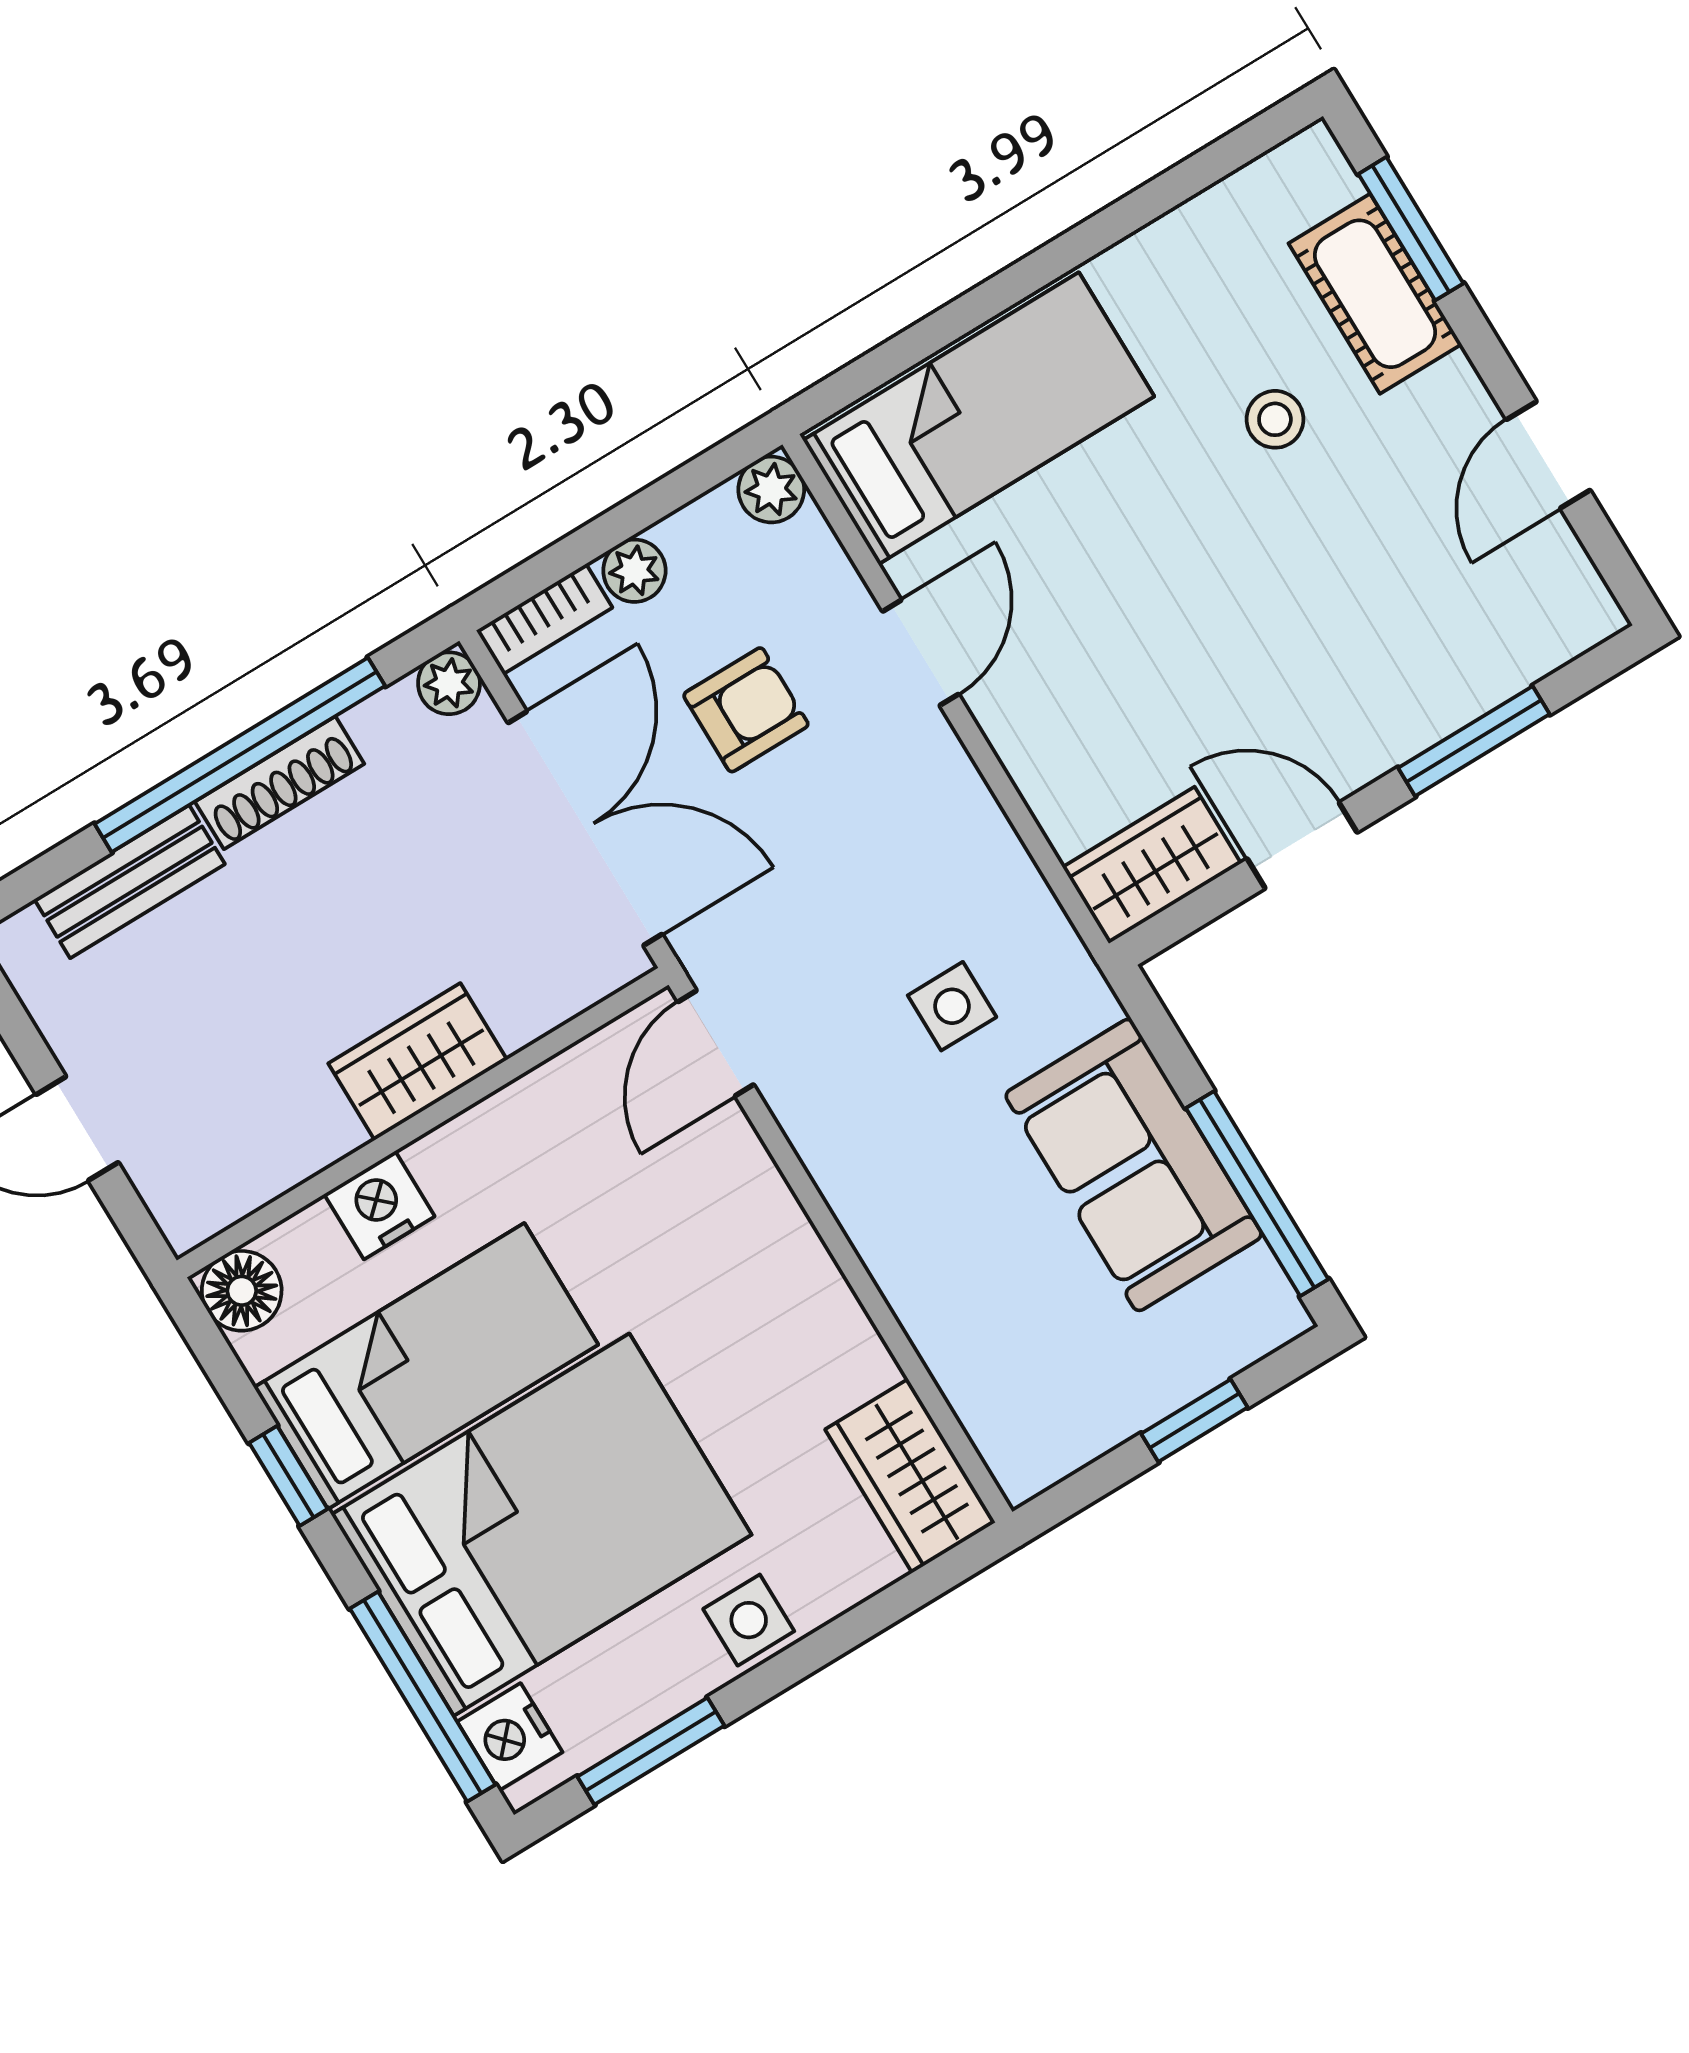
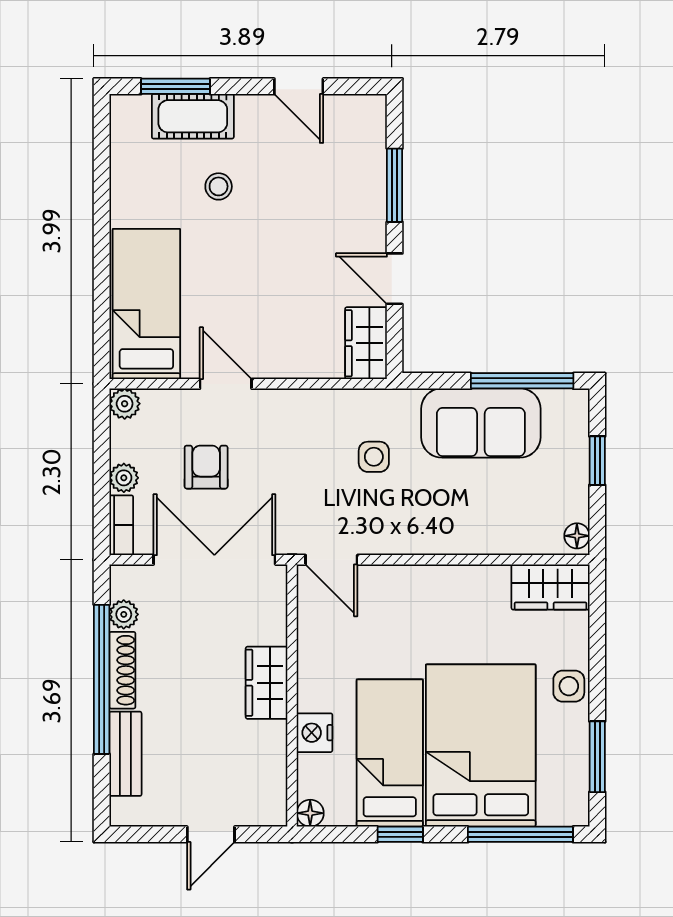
plant: (449, 683) -> (124, 614), moved
door: (1302, 845) -> (395, 279), hinge flipped
floor lamp: (242, 1291) -> (310, 813), width x0.73, depth x0.73
floor lamp: (1034, 1467) -> (577, 536), added
nightstand: (510, 1737) -> (557, 809), removed

